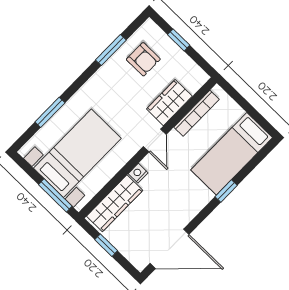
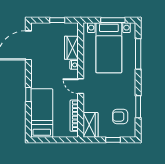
wardrobe: (169, 103) -> (90, 125), moved
window: (50, 112) -> (138, 54), width x1.44
window: (55, 195) -> (113, 20), moved
wardrobe: (115, 203) -> (71, 48), width x0.67

